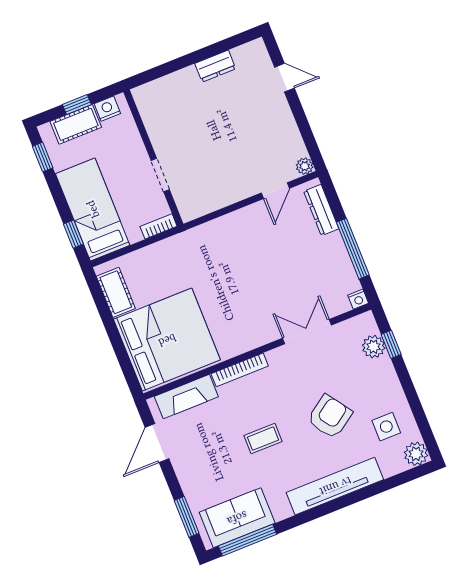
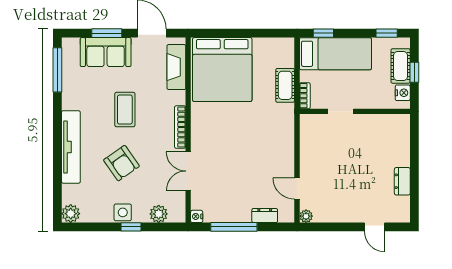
door: (284, 78) -> (374, 227), hinge flipped
dresser: (321, 210) -> (265, 216), width x0.70
cot: (116, 292) -> (285, 85), moved, turned 90
double door: (307, 332) -> (188, 171), swing flipped
window: (391, 344) -> (131, 227), moved
bookcase: (240, 370) -> (180, 127), moved
side table: (386, 427) -> (123, 212), moved
coffee table: (263, 439) -> (125, 110), width x1.36, depth x1.30
window: (187, 517) -> (107, 33), moved
sofa: (237, 518) -> (106, 52), moved, turned 90

